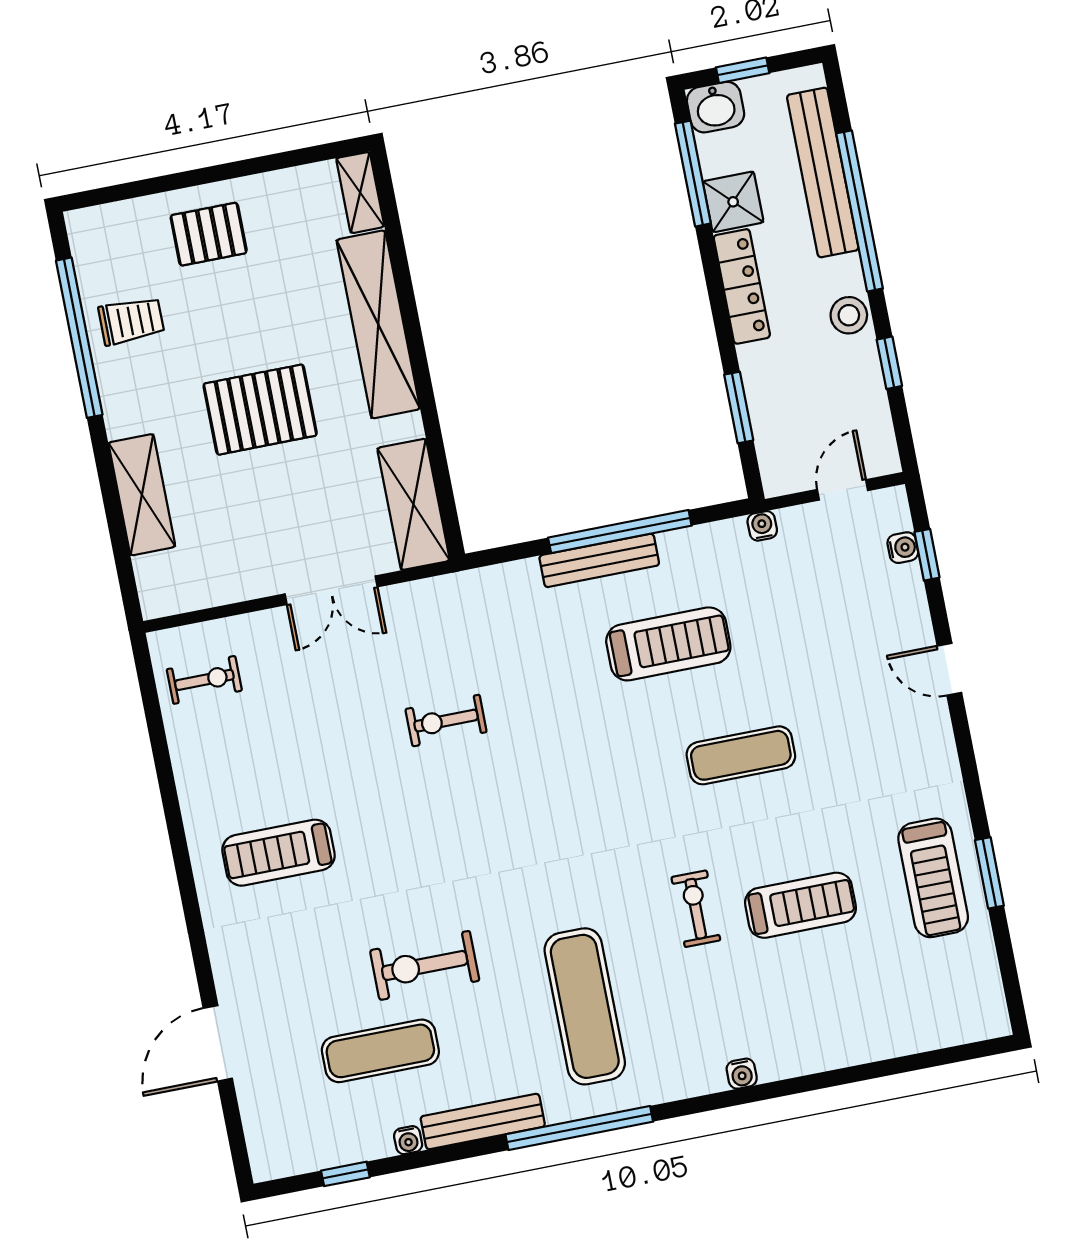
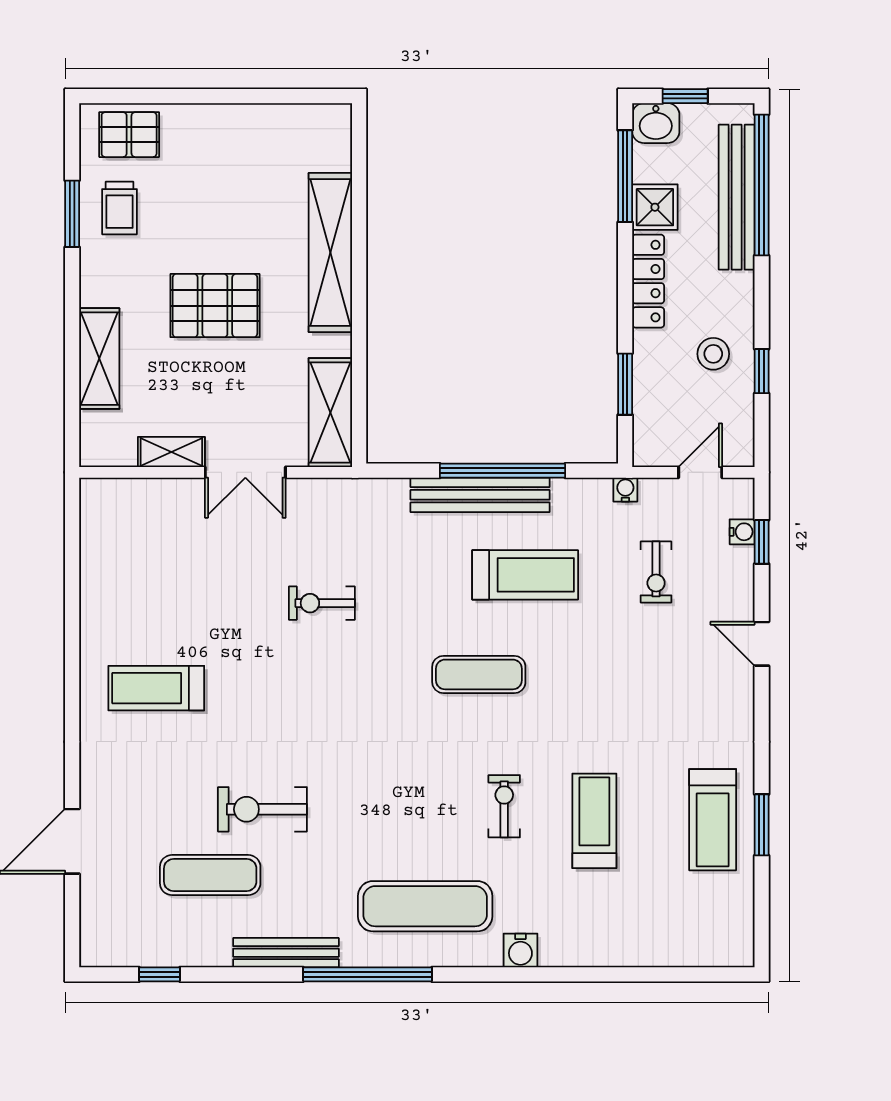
shelving: (360, 193) -> (171, 452), moved, turned 90
window: (859, 211) -> (762, 185), moved
pallet: (209, 234) -> (129, 135), moved
stool: (849, 315) -> (713, 354), moved
trolley: (131, 321) -> (119, 208), turned 90
window: (79, 338) -> (72, 214), width x0.47
bench: (599, 560) -> (480, 495), width x1.37, depth x1.21
exercise bike: (204, 680) -> (656, 572), moved, turned 90
exercise mat: (741, 755) -> (479, 674), moved
treadmill: (800, 905) -> (594, 821), turned -90
exercise mat: (585, 1006) -> (425, 906), moved, turned 90
water cooler: (742, 1074) -> (520, 951), width x1.38, depth x1.38
water cooler: (408, 1140) -> (219, 956), removed

